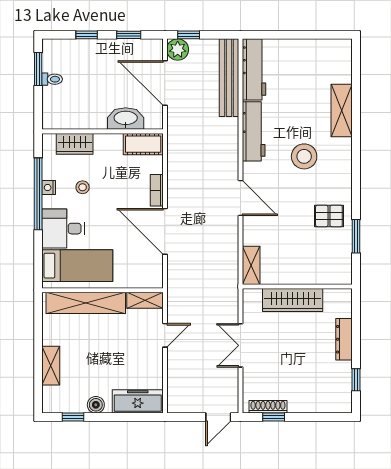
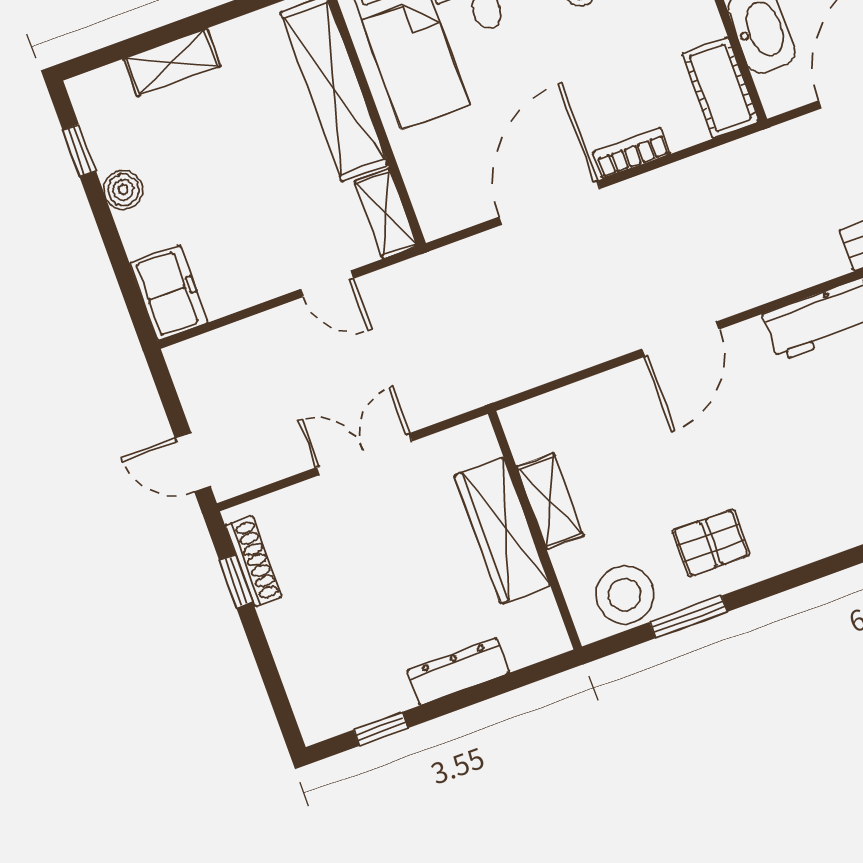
stool: (304, 156) -> (625, 595), moved
pallet: (329, 216) -> (711, 543), turned 90
shelving: (251, 265) -> (550, 501), moved, turned 90
freezer: (138, 401) -> (169, 293), width x0.71

